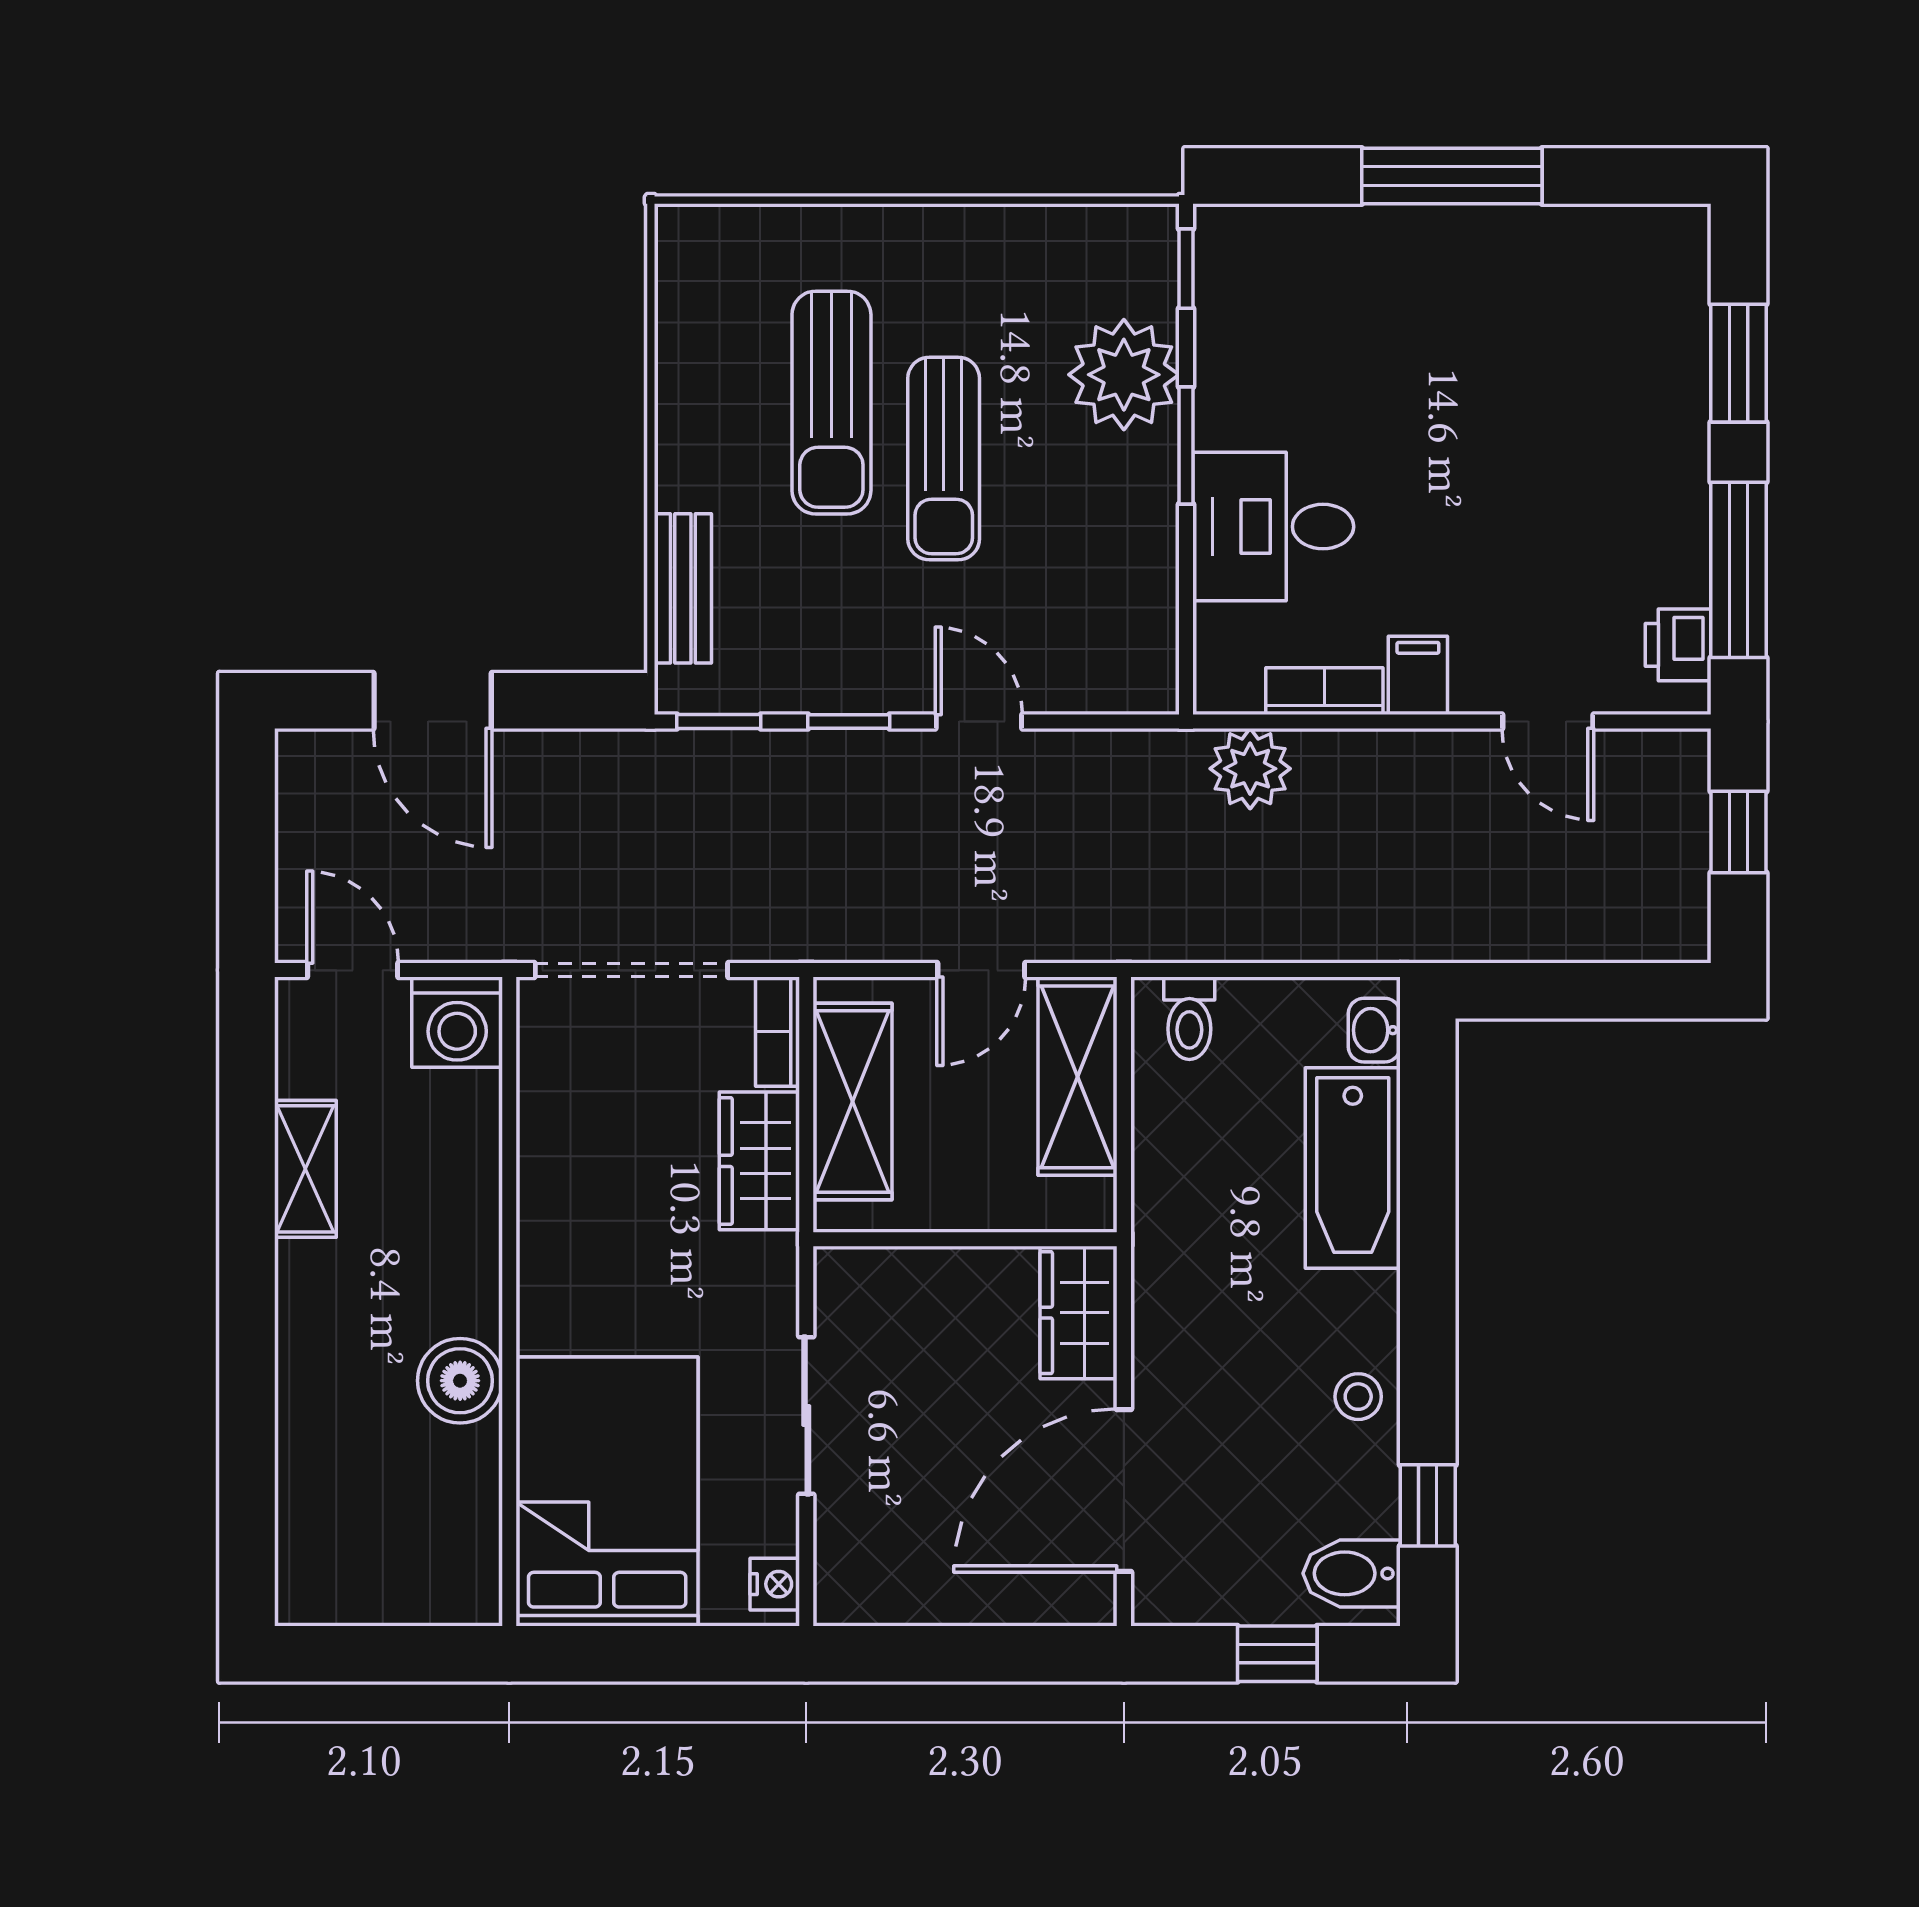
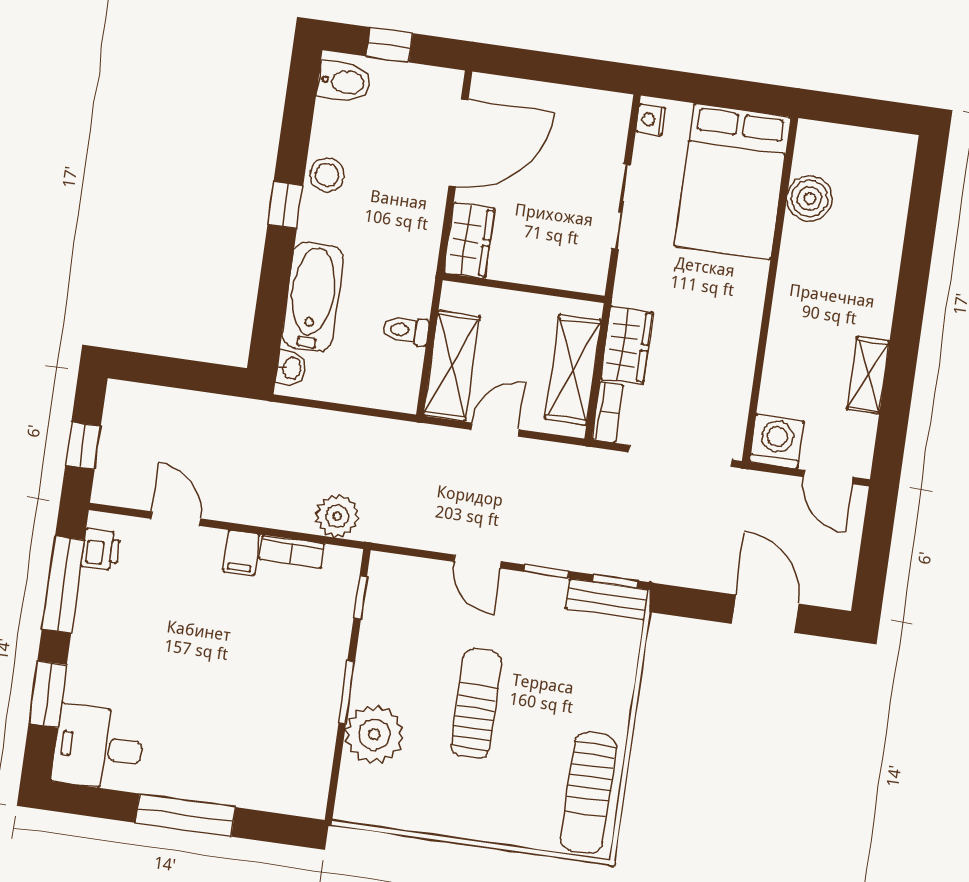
window: (1186, 269) -> (360, 597), moved
sun lounger: (831, 403) -> (588, 793), moved, turned 180
desk: (1273, 527) -> (98, 747), moved, turned 180
bench: (683, 588) -> (607, 599), moved, turned 90
toilet: (1189, 1018) -> (406, 330), moved, turned -90
boiler: (460, 1381) -> (810, 198), moved
stool: (1358, 1397) -> (327, 175), width x1.37, depth x1.37
window: (1428, 1505) -> (285, 205), moved

